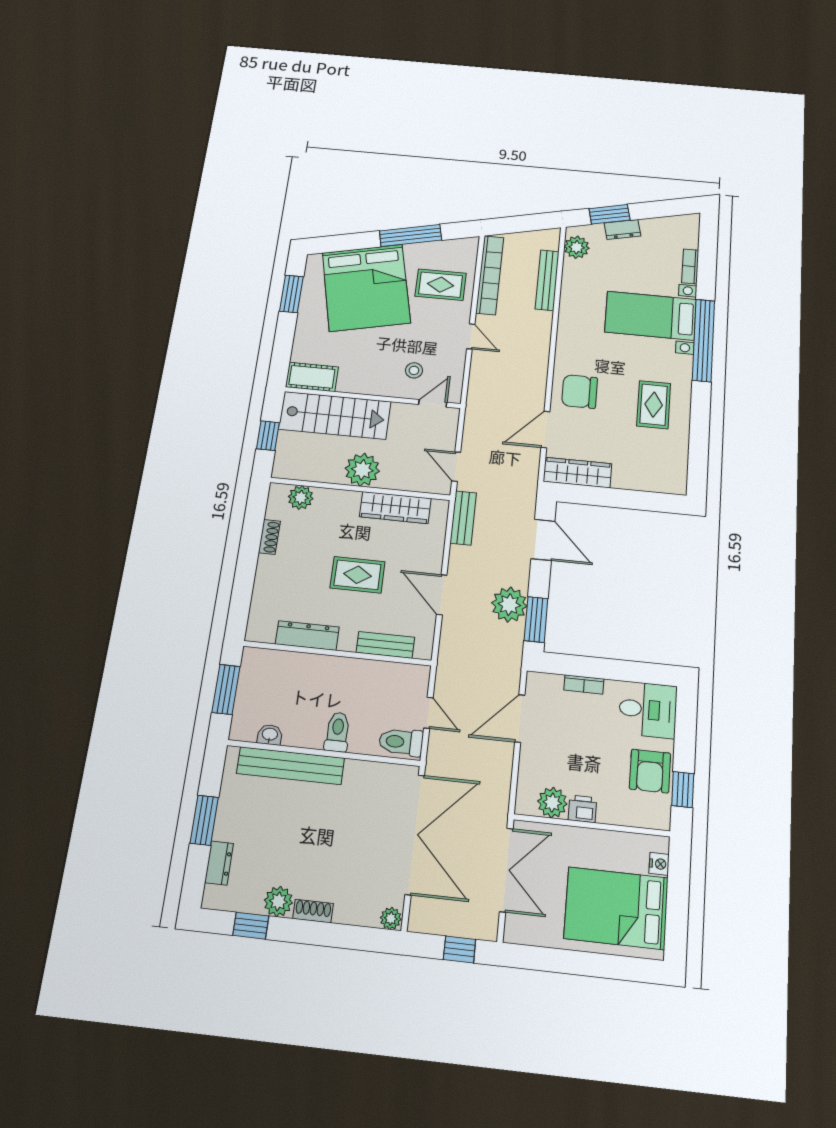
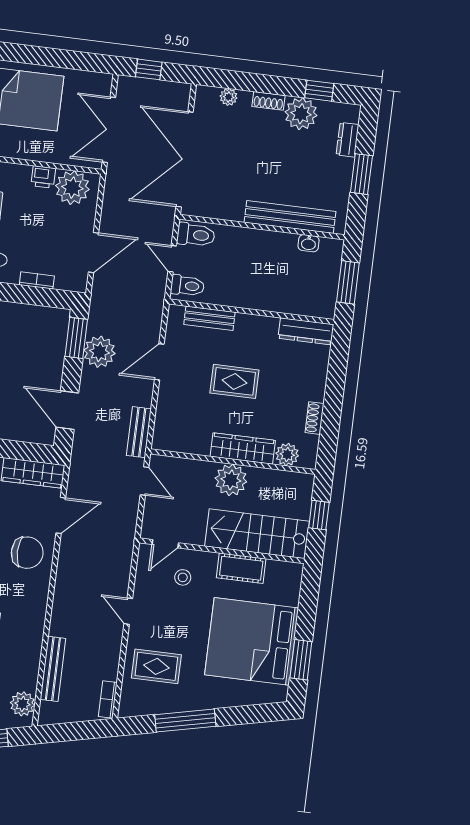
bookcase: (490, 275) -> (108, 699), width x0.43, depth x0.76
bed: (366, 288) -> (252, 641), moved, turned -77
cot: (312, 377) -> (241, 568), moved
wardrobe: (395, 508) -> (243, 448), moved
door: (442, 595) -> (159, 362), swing flipped
dresser: (307, 636) -> (306, 331), moved
toilet: (337, 732) -> (188, 286), moved, turned -90
plant: (552, 803) -> (72, 188), width x1.36, depth x1.36
plant: (278, 901) -> (301, 114), width x1.36, depth x1.36
plant: (391, 918) -> (229, 97), moved

